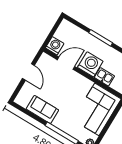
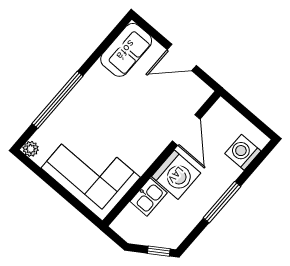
washing machine: (55, 46) -> (243, 152), moved, turned 180
sofa: (42, 109) -> (126, 50), moved

